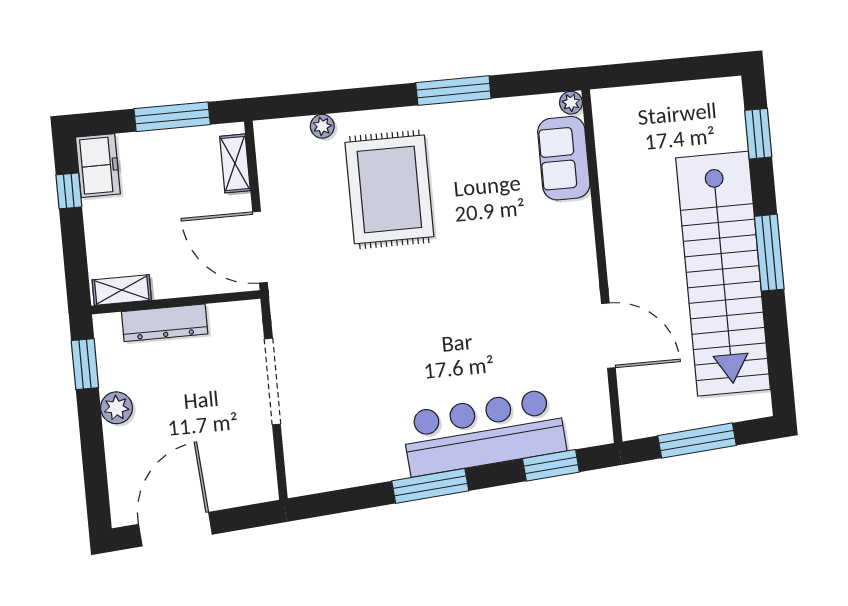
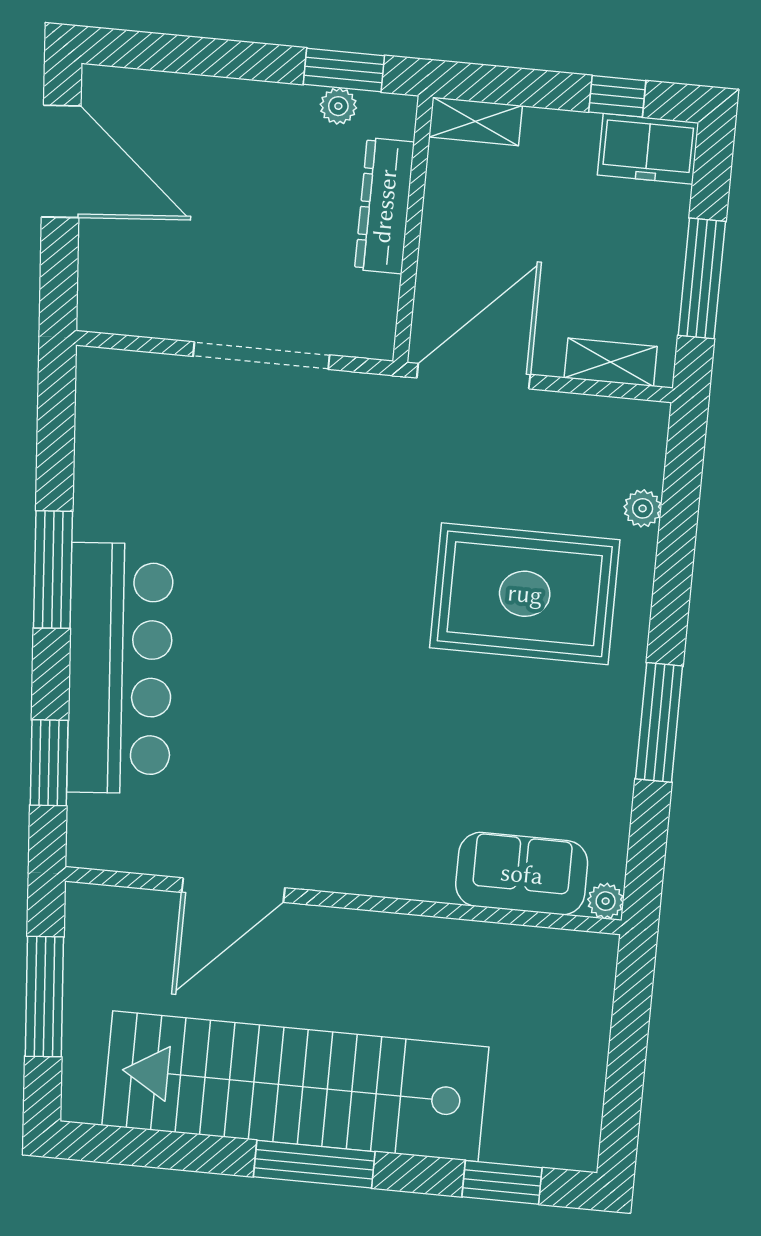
shelving: (122, 290) -> (475, 121), moved, turned 90
plant: (116, 408) -> (338, 106), moved, width x0.73, depth x0.73

